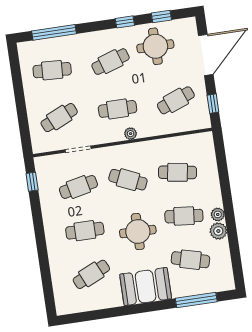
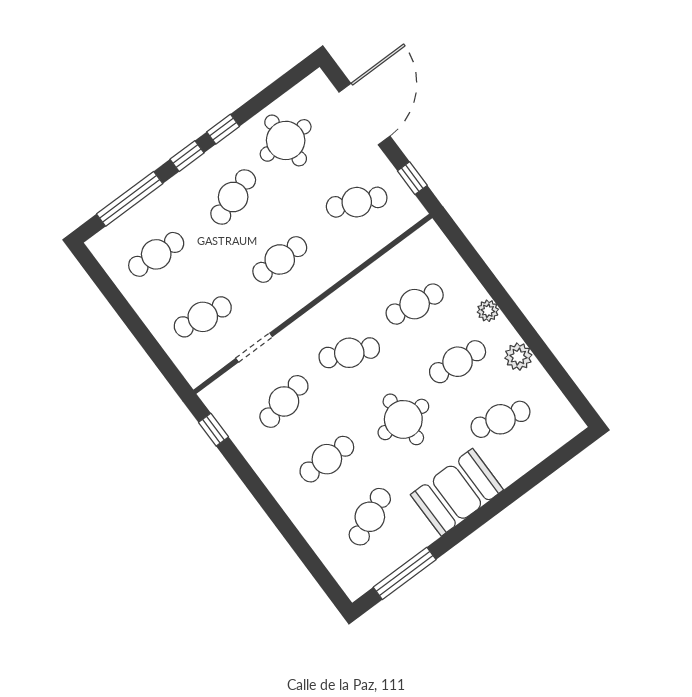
window: (161, 17) -> (187, 156), moved
cafe table: (176, 100) -> (357, 202), turned 45
cafe table: (59, 118) -> (203, 317), turned 33
plant: (131, 134) -> (317, 285), removed
plant: (218, 214) -> (488, 311), moved
window: (196, 300) -> (405, 573), moved

